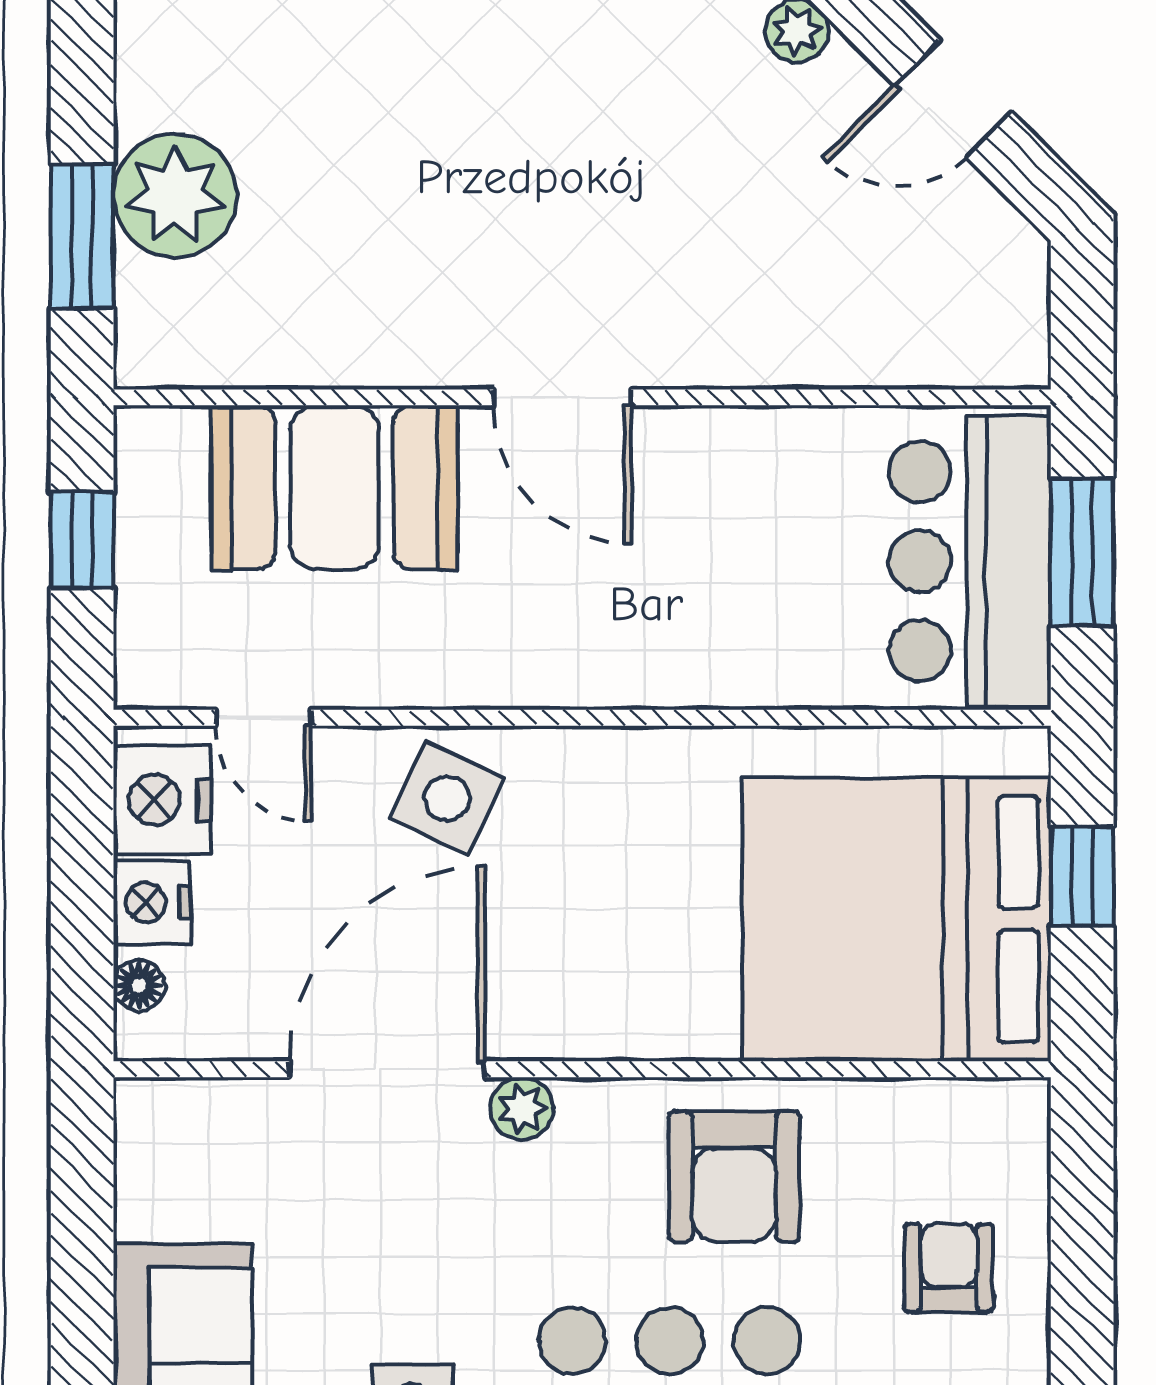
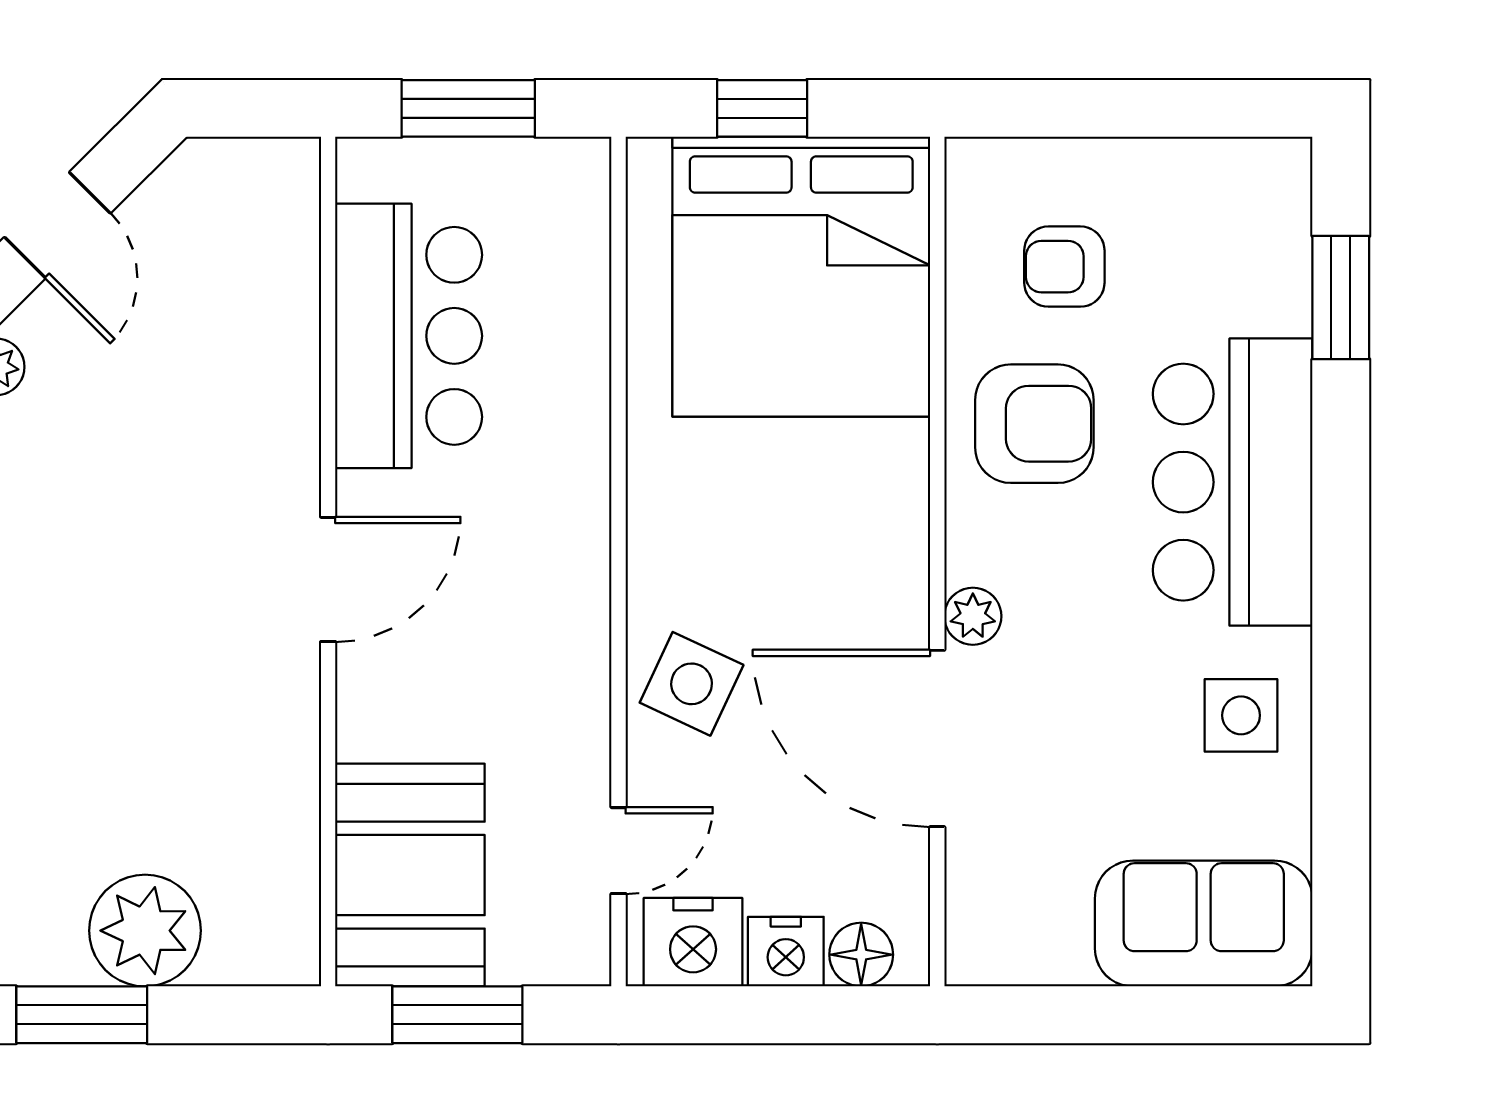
window: (82, 237) -> (82, 1015), moved
booth: (335, 488) -> (410, 875), moved
window: (82, 540) -> (457, 1015), width x1.50
bar counter: (970, 561) -> (409, 336), moved, turned -90
floor lamp: (139, 986) -> (861, 955), width x1.37, depth x1.37
armchair: (949, 1268) -> (1064, 267), moved

